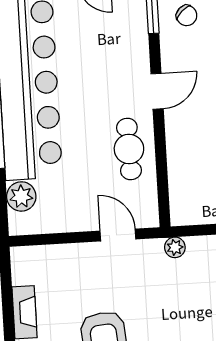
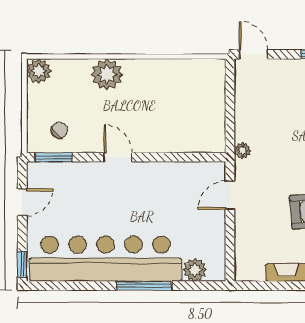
cafe table: (129, 149) -> (162, 182), removed

